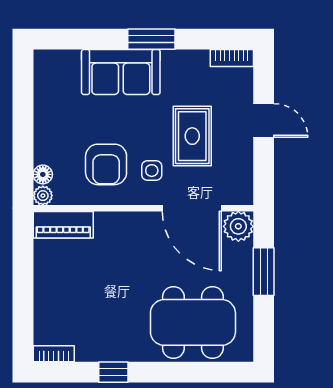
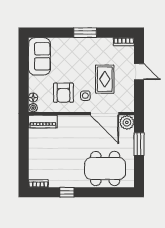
sofa: (121, 72) -> (39, 56), moved, turned -90

